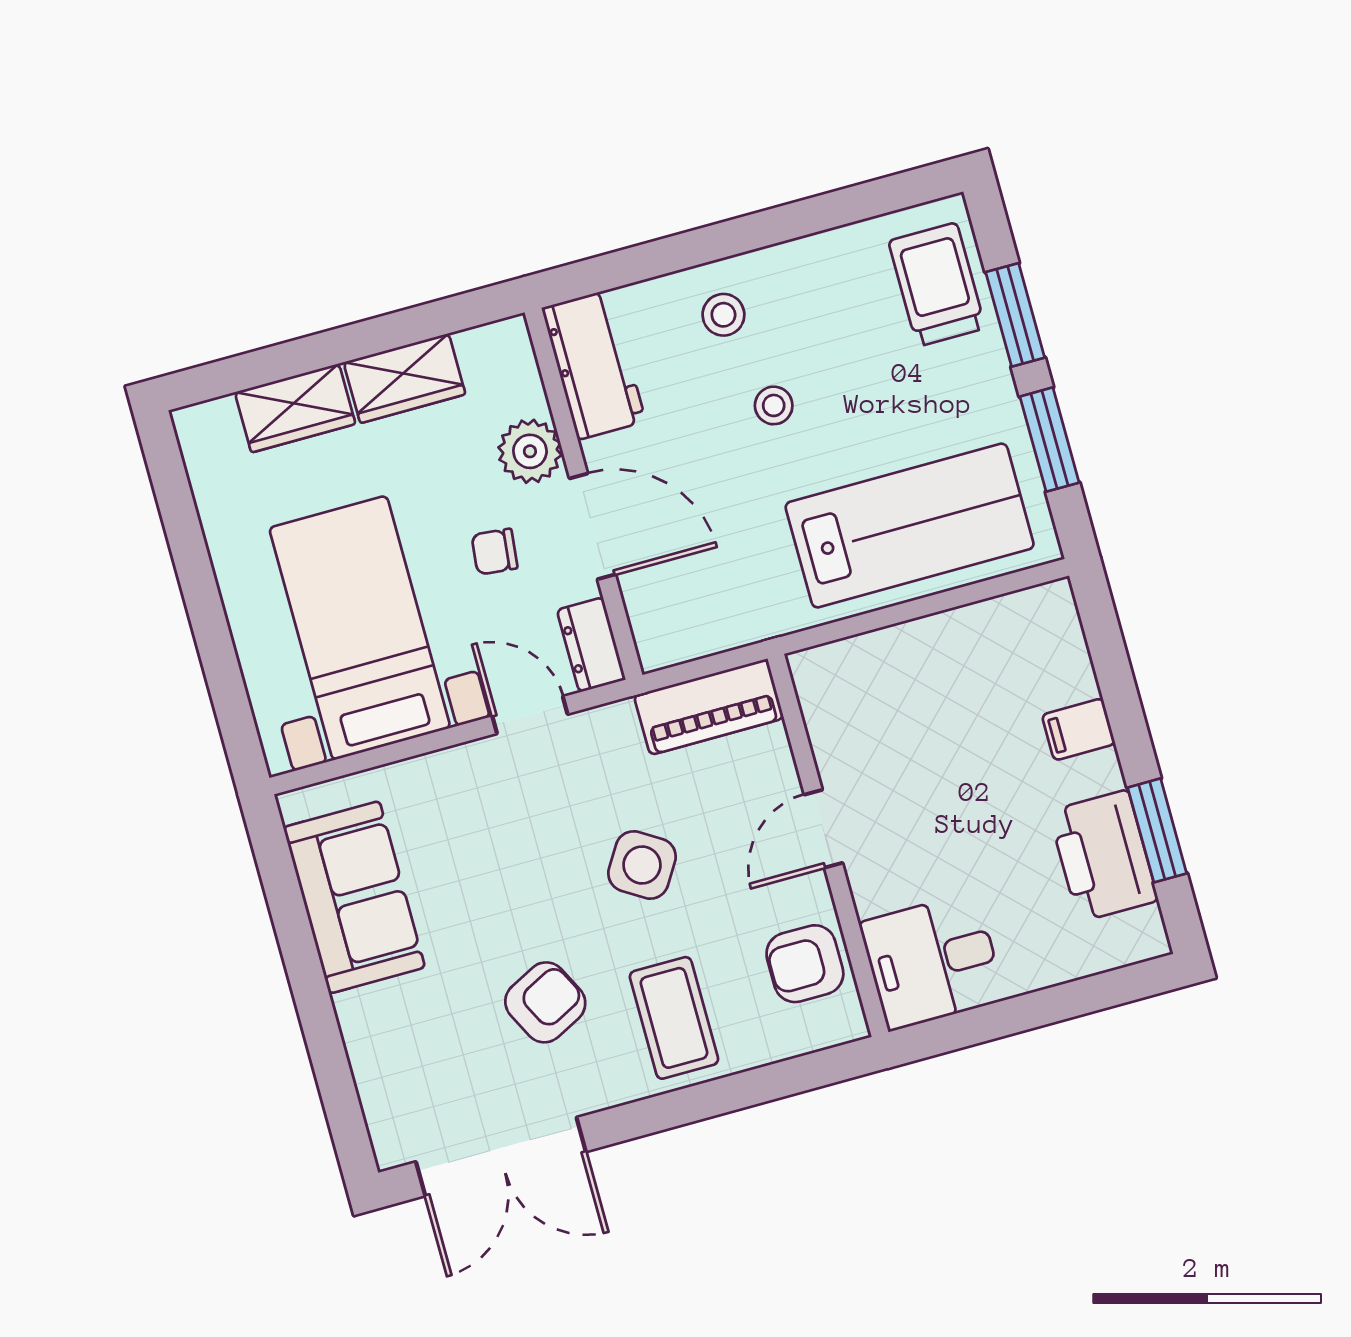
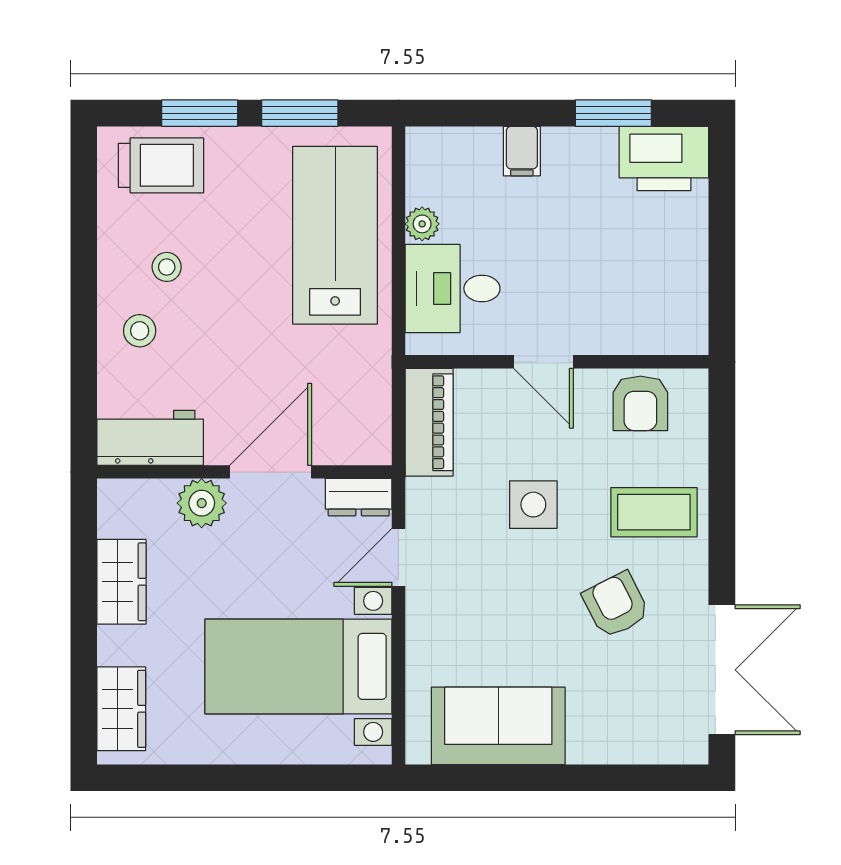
trolley: (937, 284) -> (161, 165), turned 180
stool: (774, 405) -> (167, 267), moved
wardrobe: (295, 408) -> (121, 709), moved
chair: (494, 552) -> (269, 550), removed
plant: (954, 630) -> (422, 224), added
printer: (1103, 856) -> (664, 159), moved
side table: (642, 865) -> (533, 505), turned -32
desk: (932, 961) -> (453, 289), moved, turned 90

